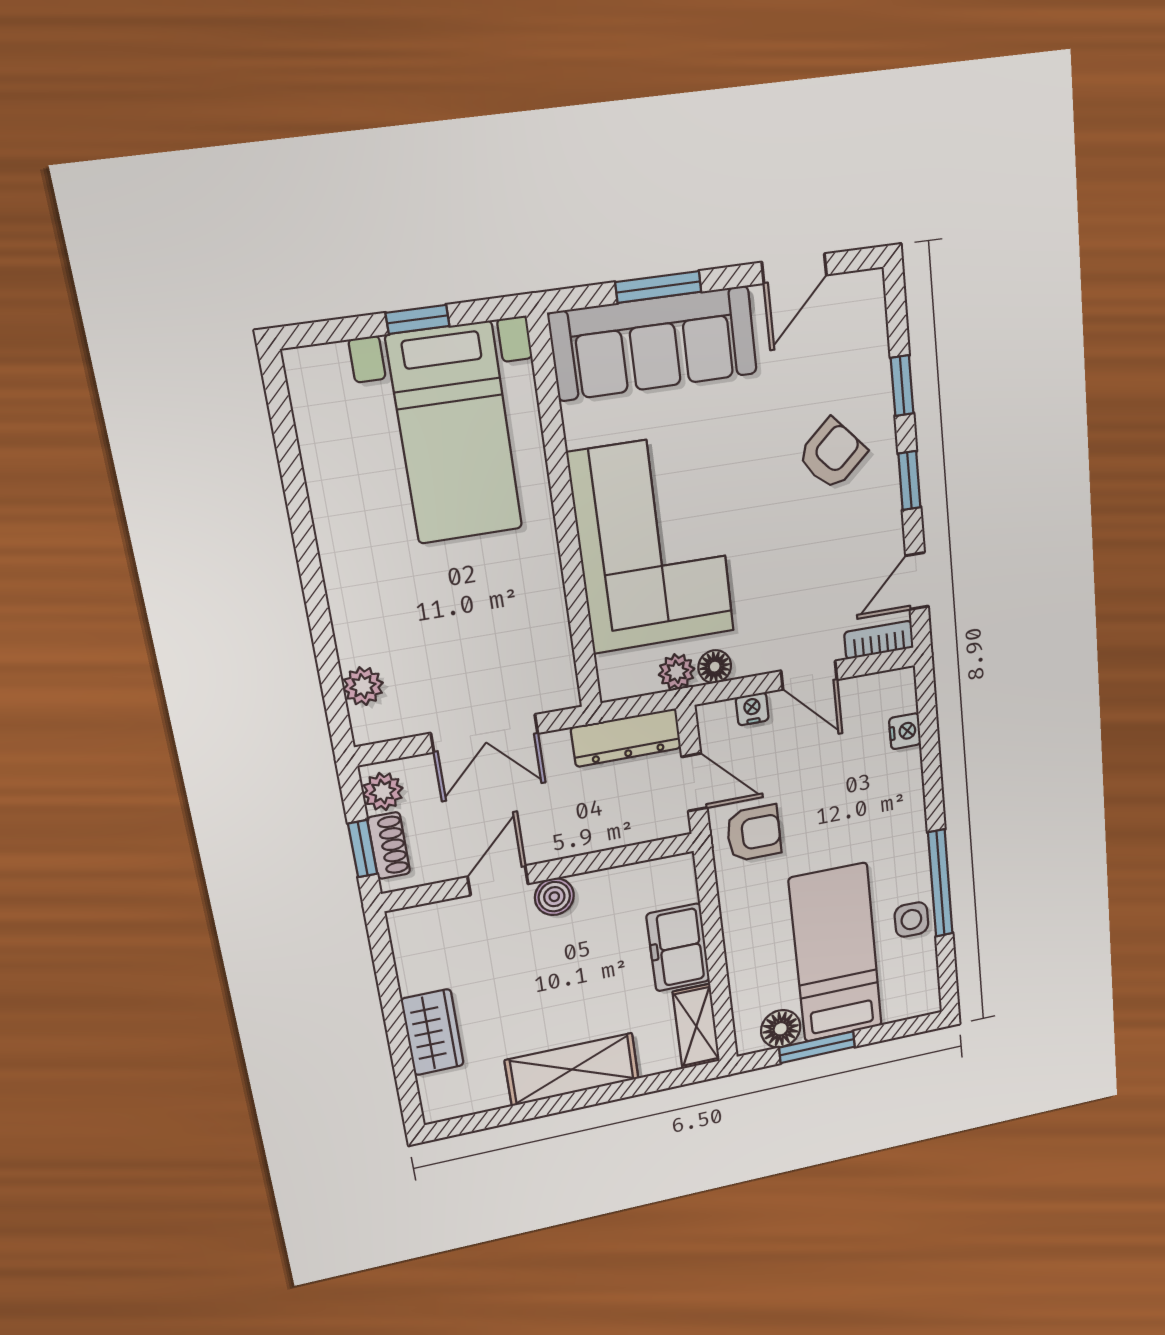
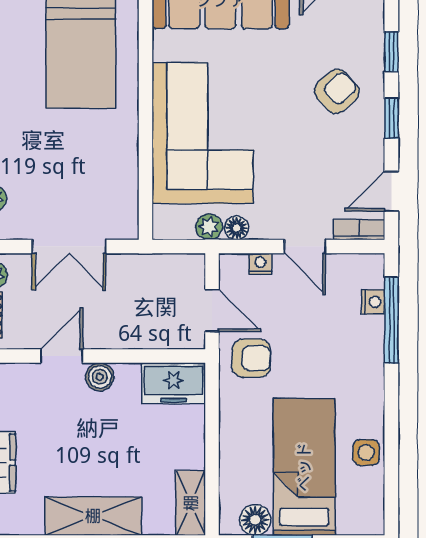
dresser: (626, 738) -> (167, 268), removed
window: (940, 883) -> (391, 320), moved
freezer: (678, 947) -> (174, 383), moved, turned -90

